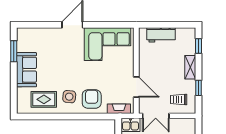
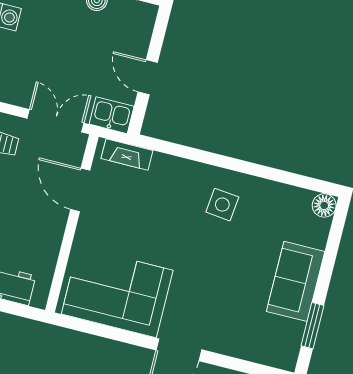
rug: (44, 99) -> (276, 212), removed
armchair: (92, 99) -> (178, 188), removed
floor lamp: (22, 108) -> (324, 205), added

